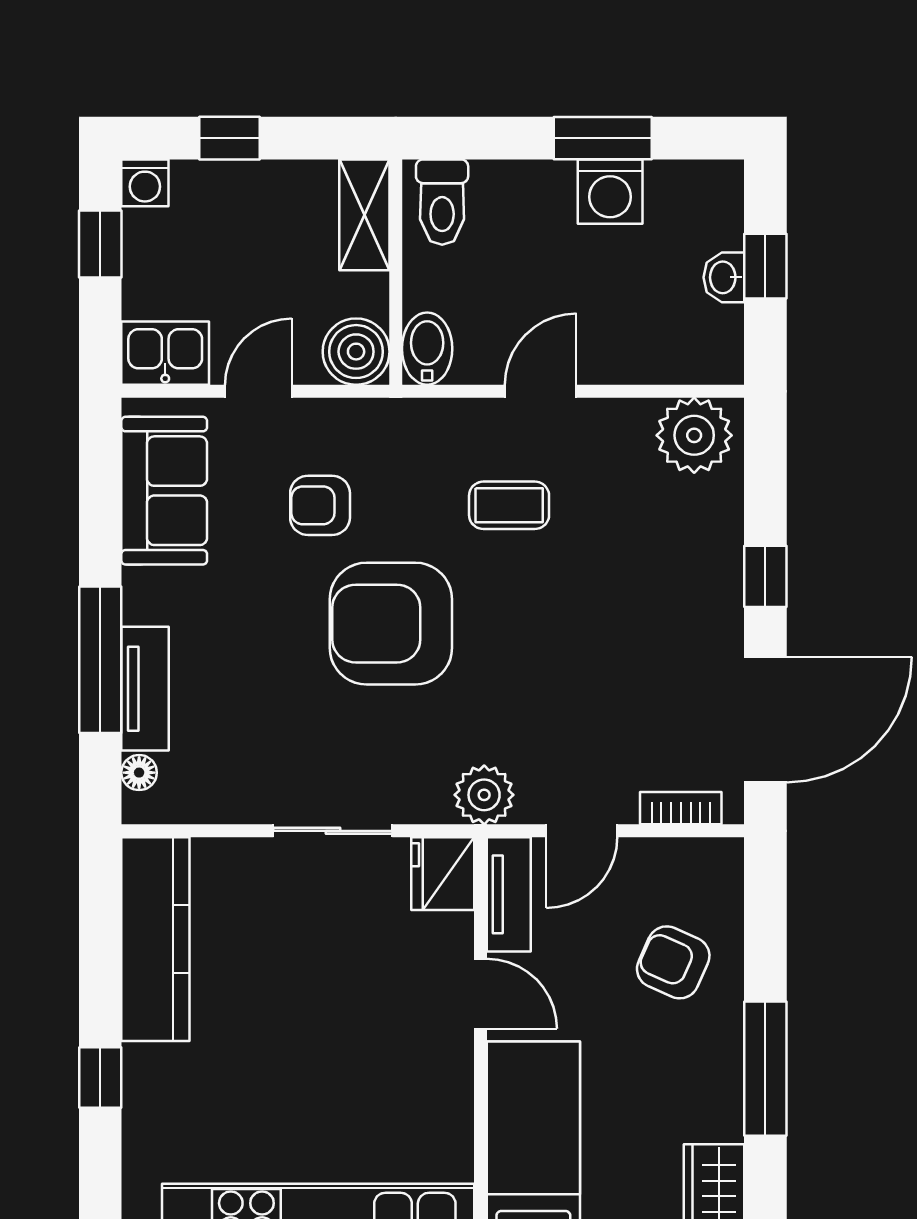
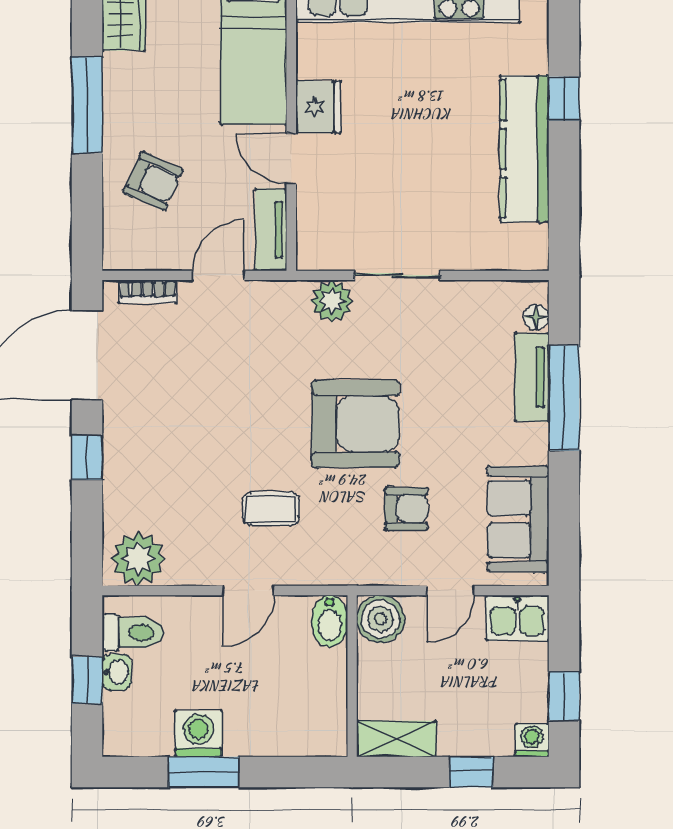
toilet: (442, 202) -> (133, 633), moved, turned 90
shelving: (364, 215) -> (396, 739), moved, turned 90
plant: (484, 795) -> (332, 301), moved
fridge: (443, 874) -> (318, 107), moved
kitchen counter: (155, 939) -> (524, 149), moved

